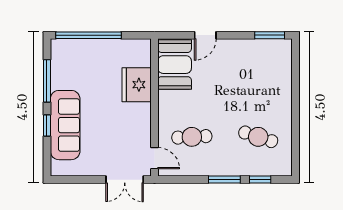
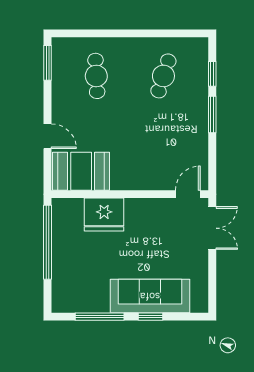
window: (89, 35) -> (48, 242), moved
cafe table: (192, 137) -> (96, 76), moved

